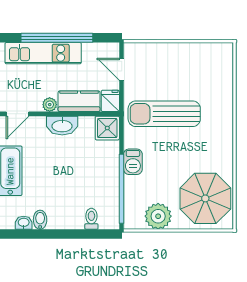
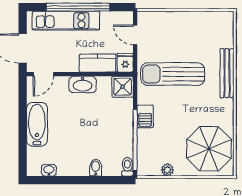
plant: (50, 105) -> (72, 66), removed
bench: (226, 113) -> (227, 73), added
plant: (158, 216) -> (167, 170), width x0.53, depth x0.53
toilet: (91, 219) -> (127, 167), moved
bidet: (40, 220) -> (96, 168), moved

